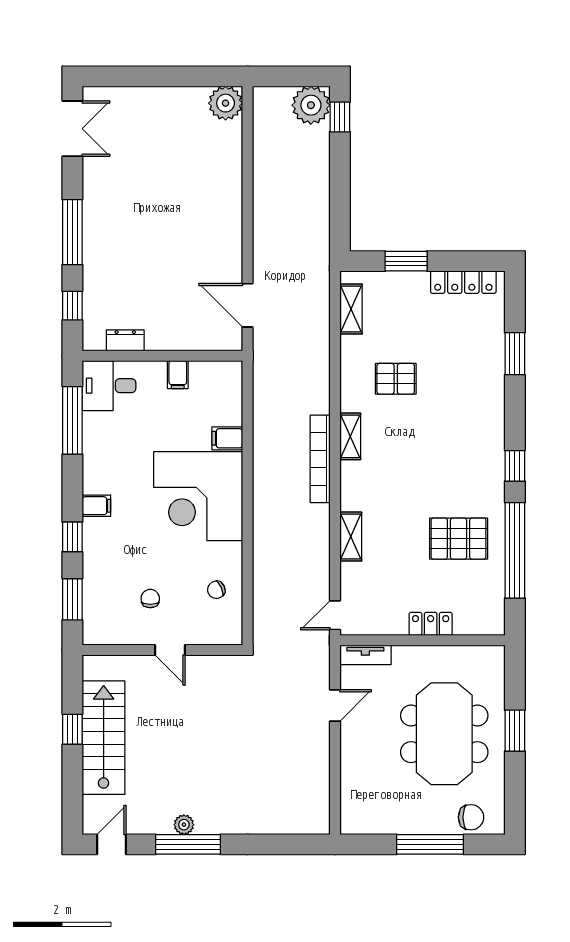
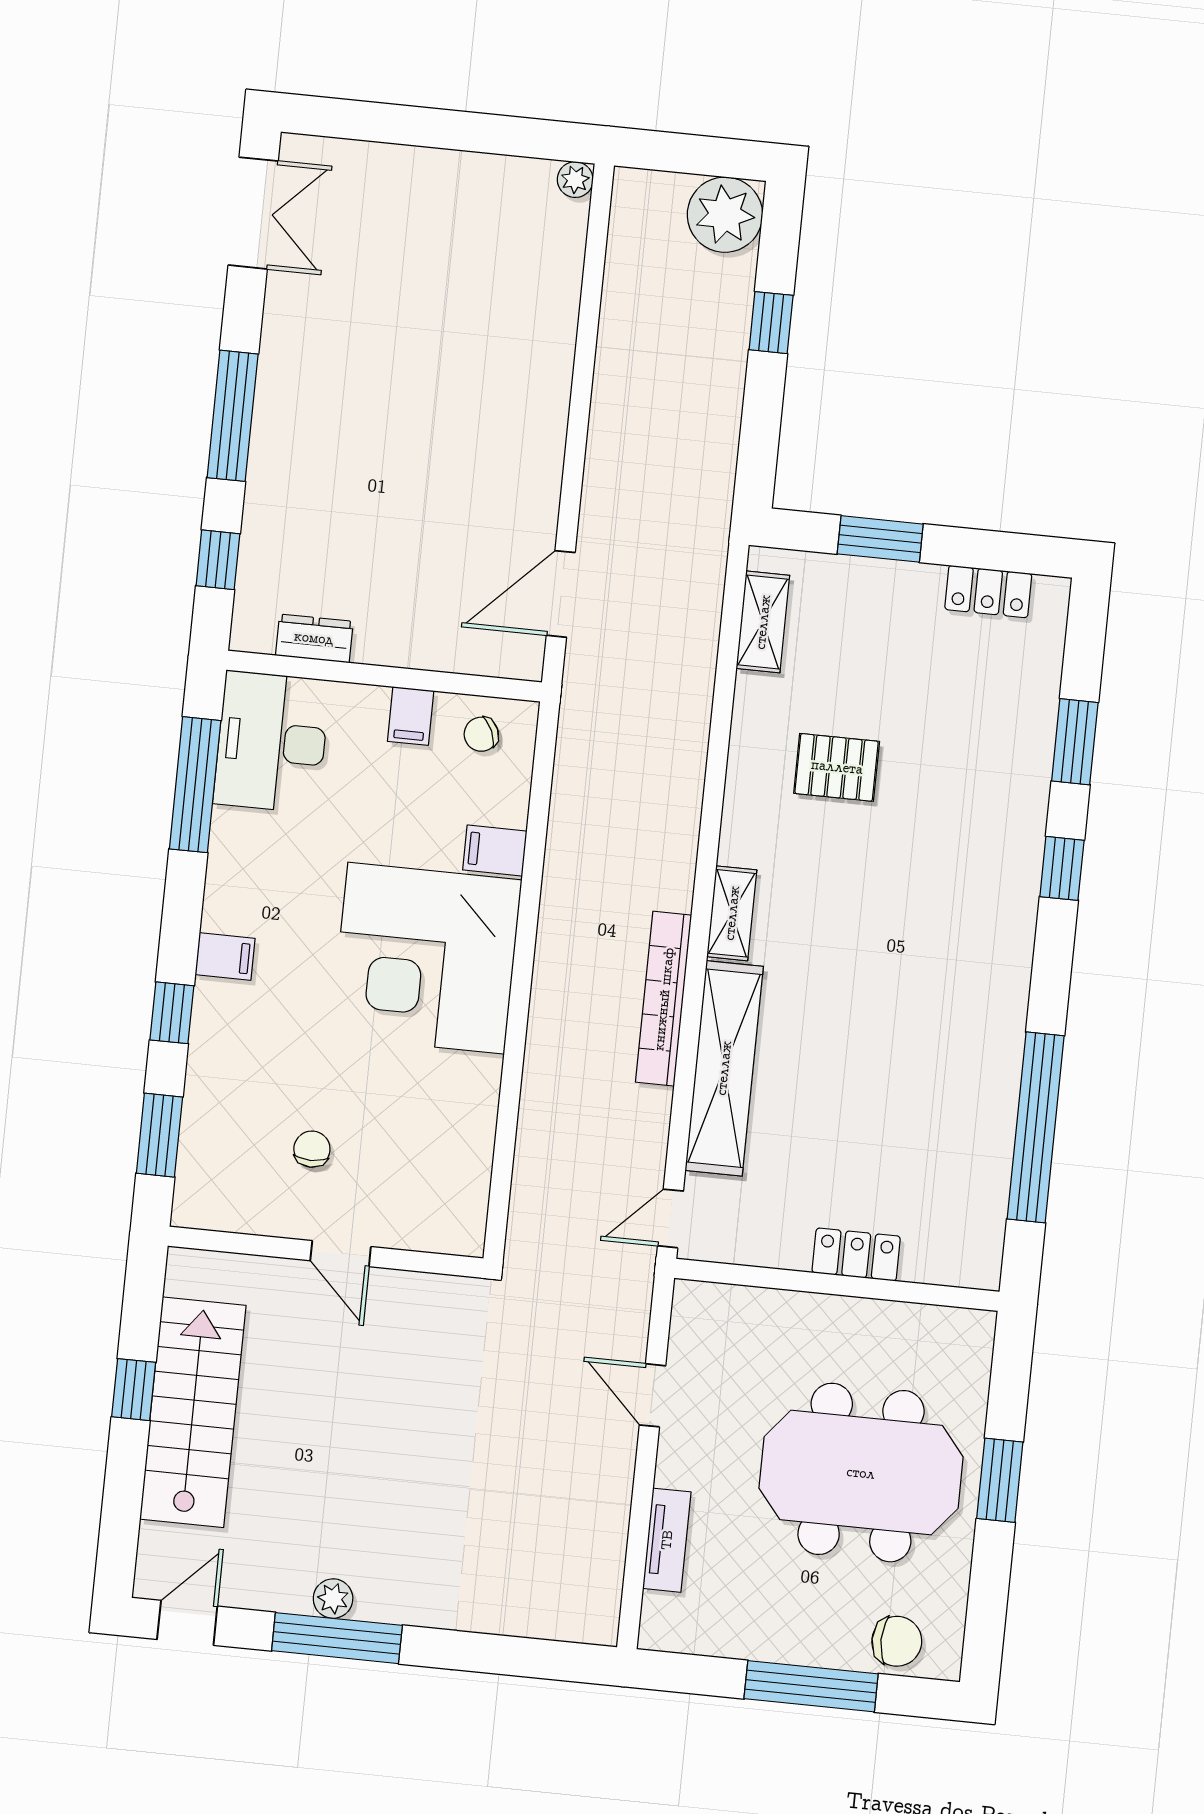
plant: (226, 103) -> (575, 180), width x0.53, depth x0.53
window: (340, 117) -> (771, 323), moved
locker: (463, 282) -> (988, 592), width x0.66
door: (247, 305) -> (561, 594), hinge flipped
desk: (109, 386) -> (272, 742), width x1.37
shelving: (350, 436) -> (732, 913), moved
bookcase: (320, 459) -> (664, 999), moved
window: (515, 466) -> (1062, 868), moved
shelving: (351, 537) -> (724, 1068), width x2.20, depth x1.33
pallet: (459, 539) -> (928, 1093), removed
chair: (216, 590) -> (481, 734), moved
tv unit: (365, 655) -> (667, 1540), moved, turned -90
door: (335, 706) -> (652, 1395), swing flipped
meeting table: (444, 734) -> (861, 1473), turned 90

